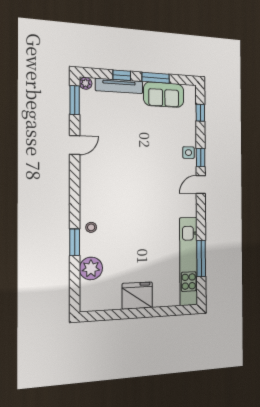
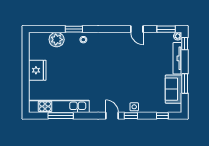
window: (122, 75) -> (185, 44), moved

